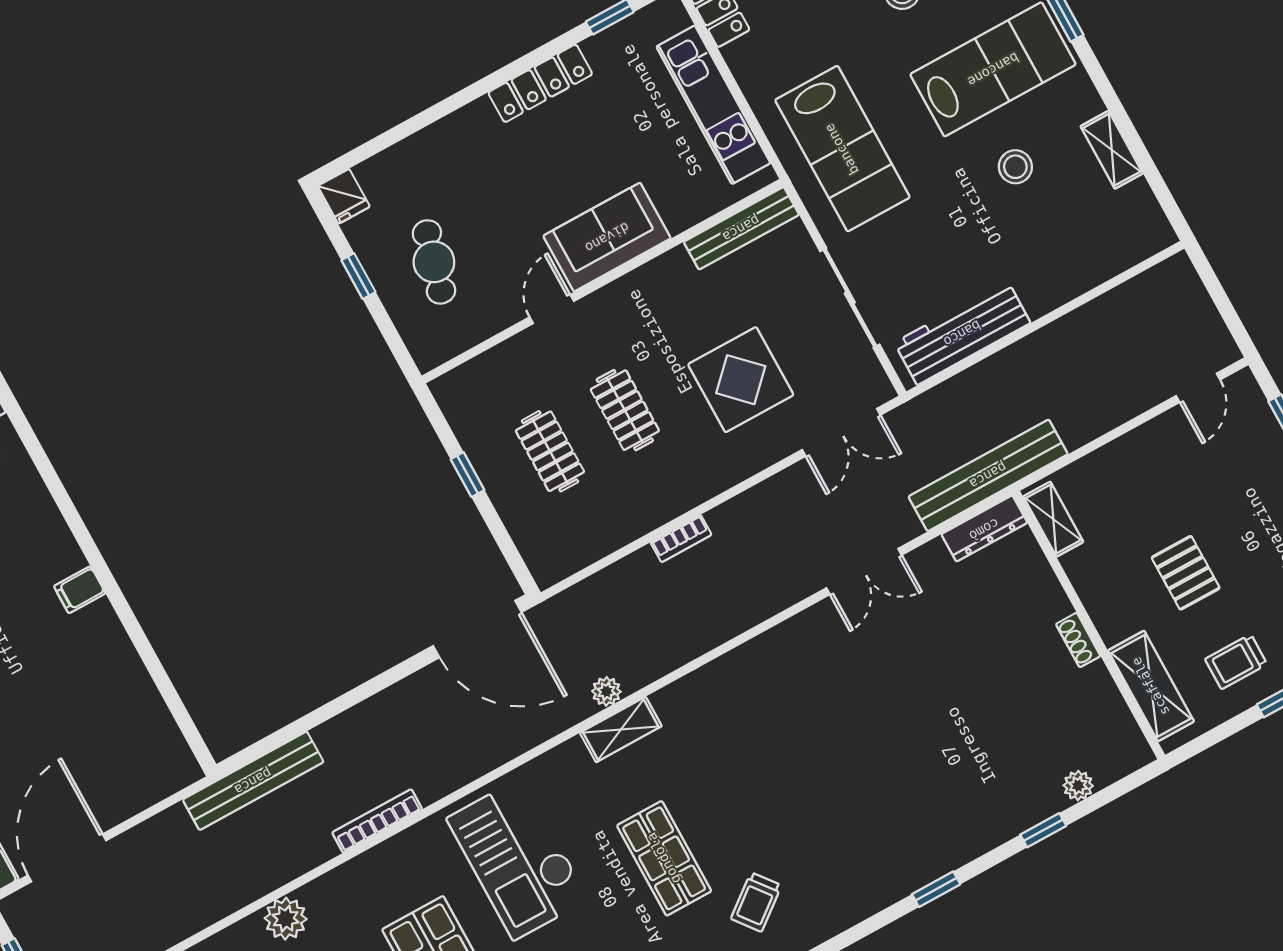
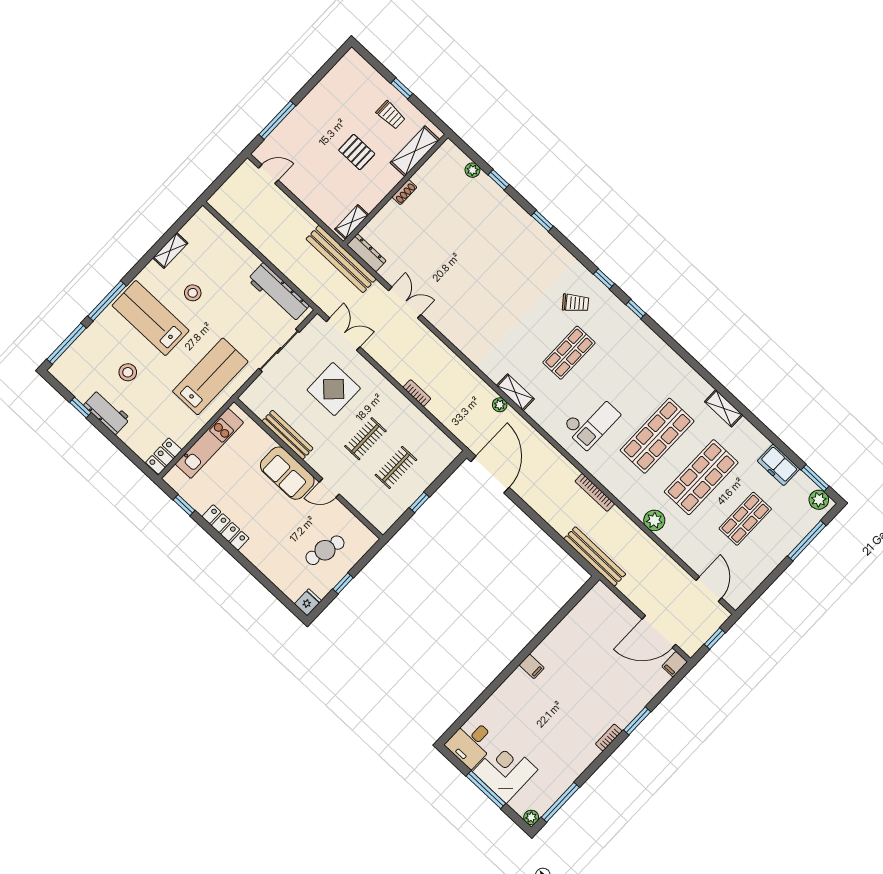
bench: (741, 228) -> (287, 435), moved
pallet: (1186, 573) -> (357, 152), turned 90
checkout: (518, 859) -> (591, 421), width x0.73, depth x0.83

